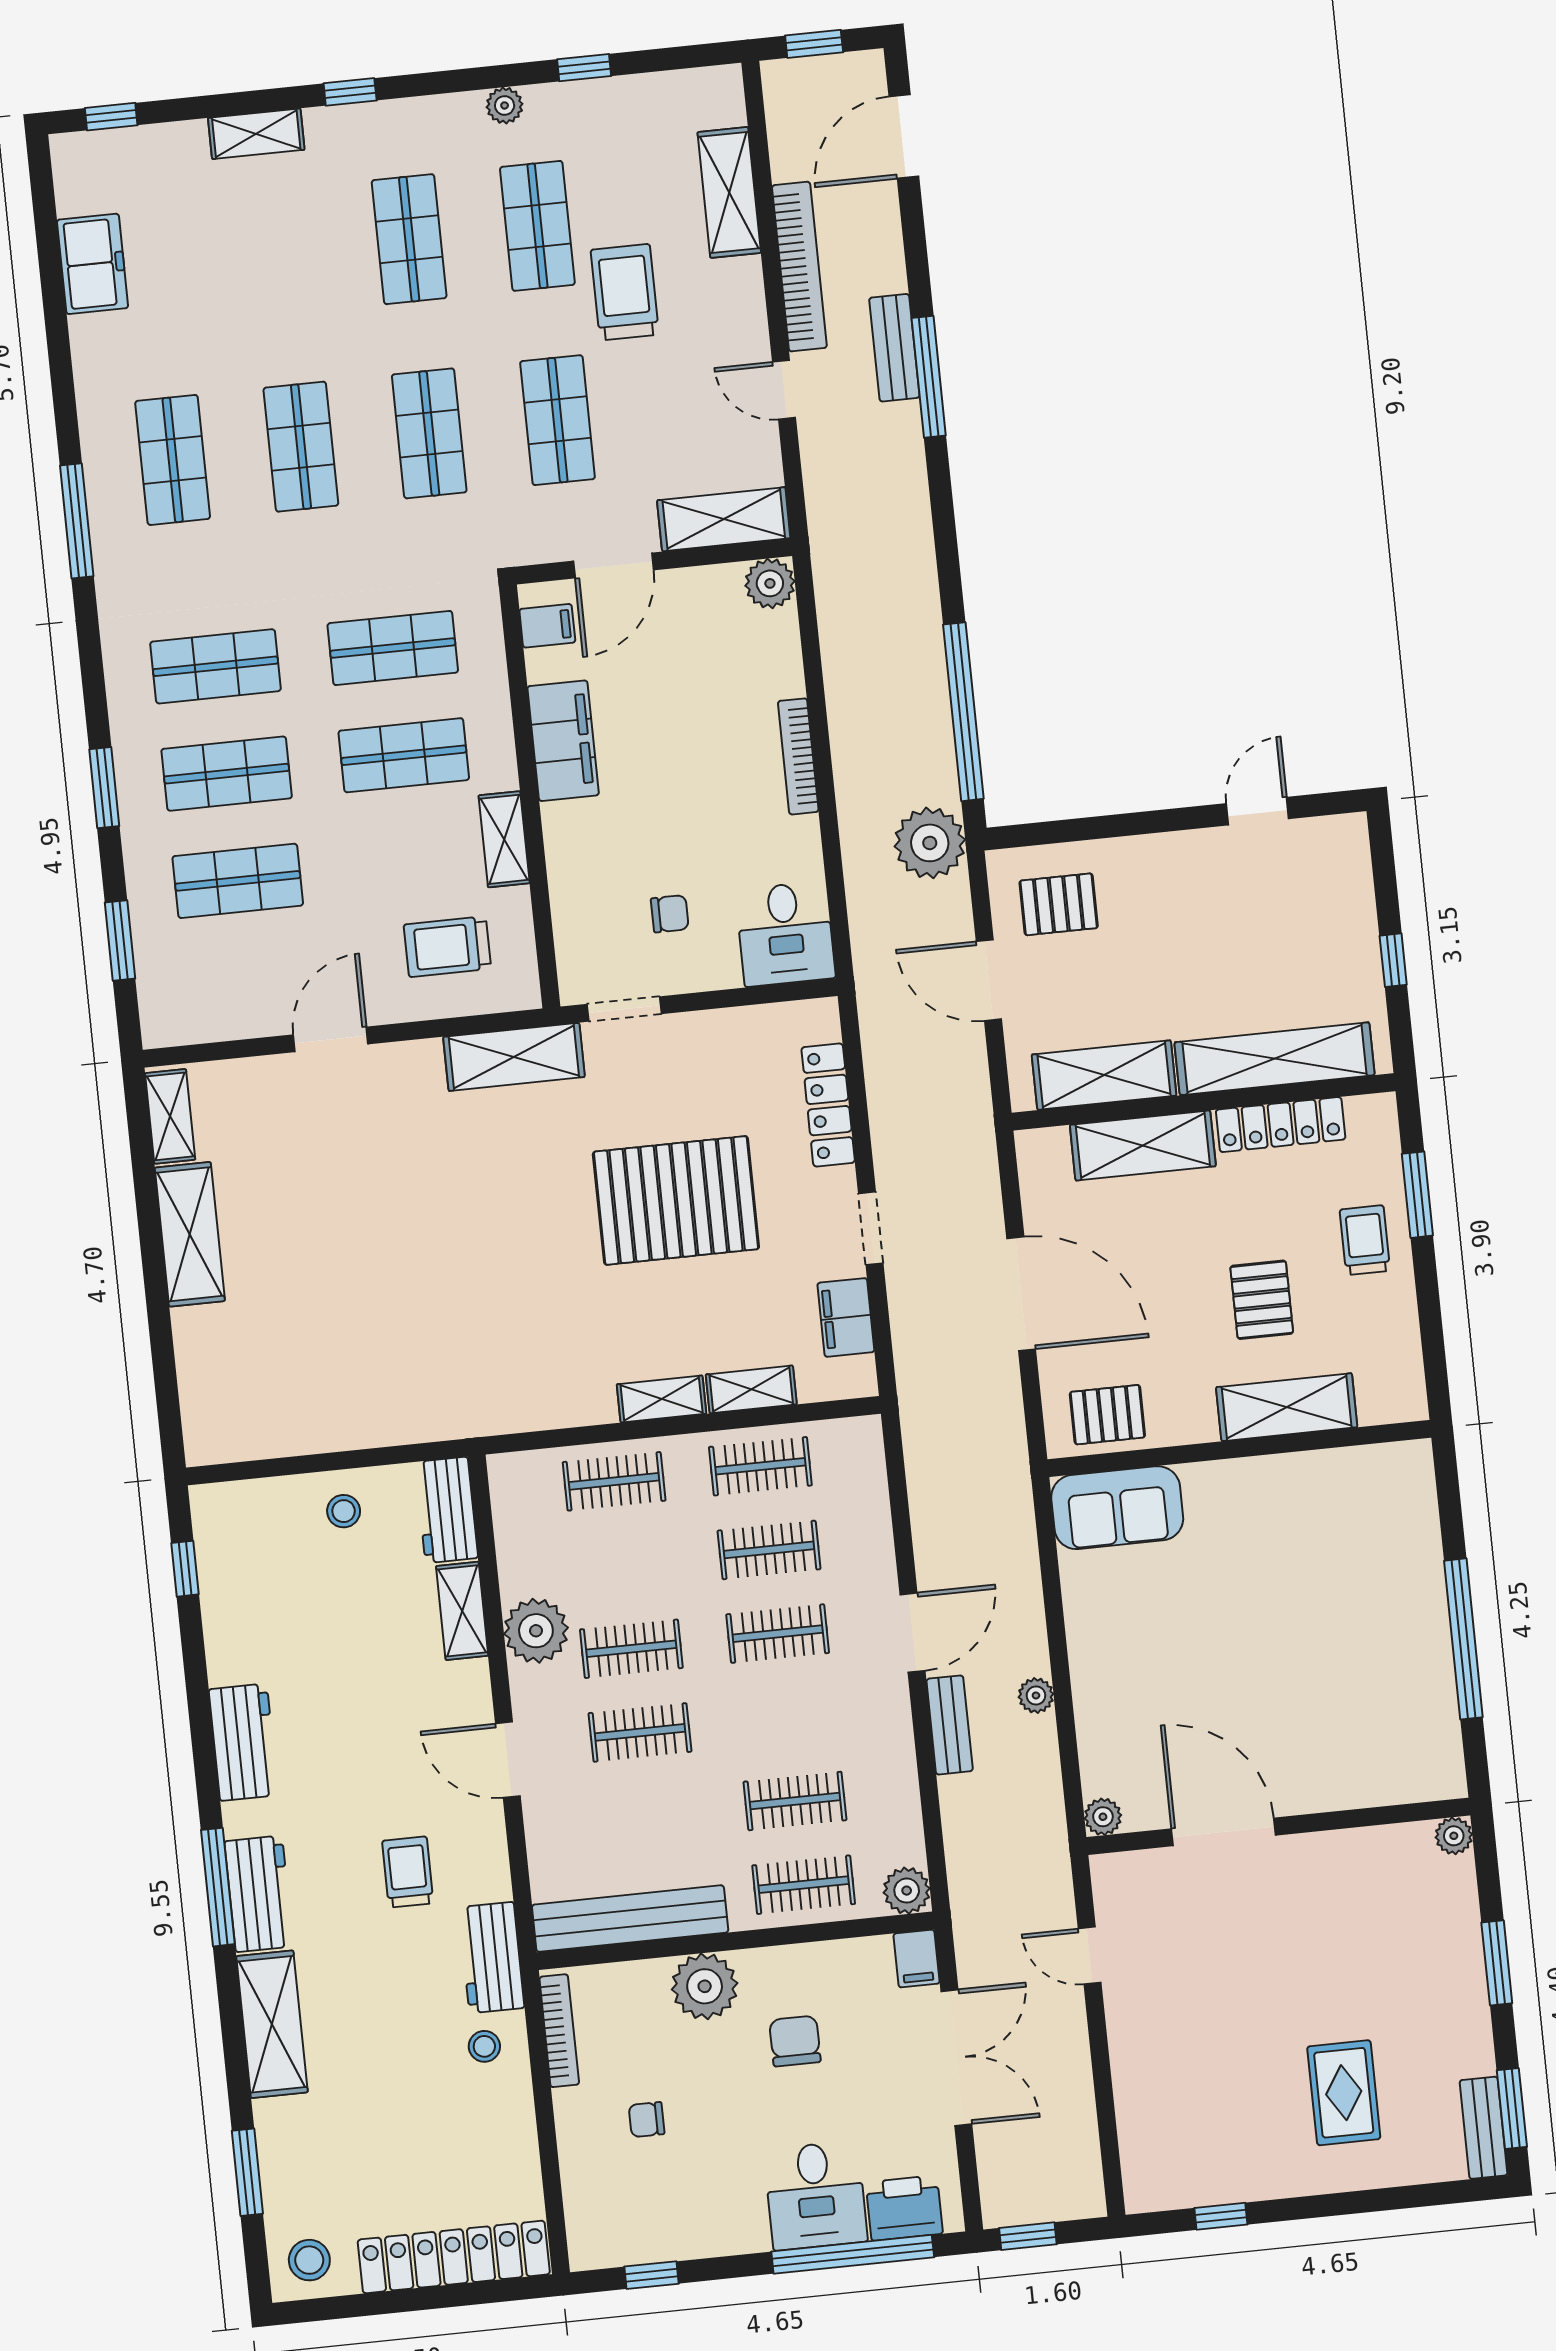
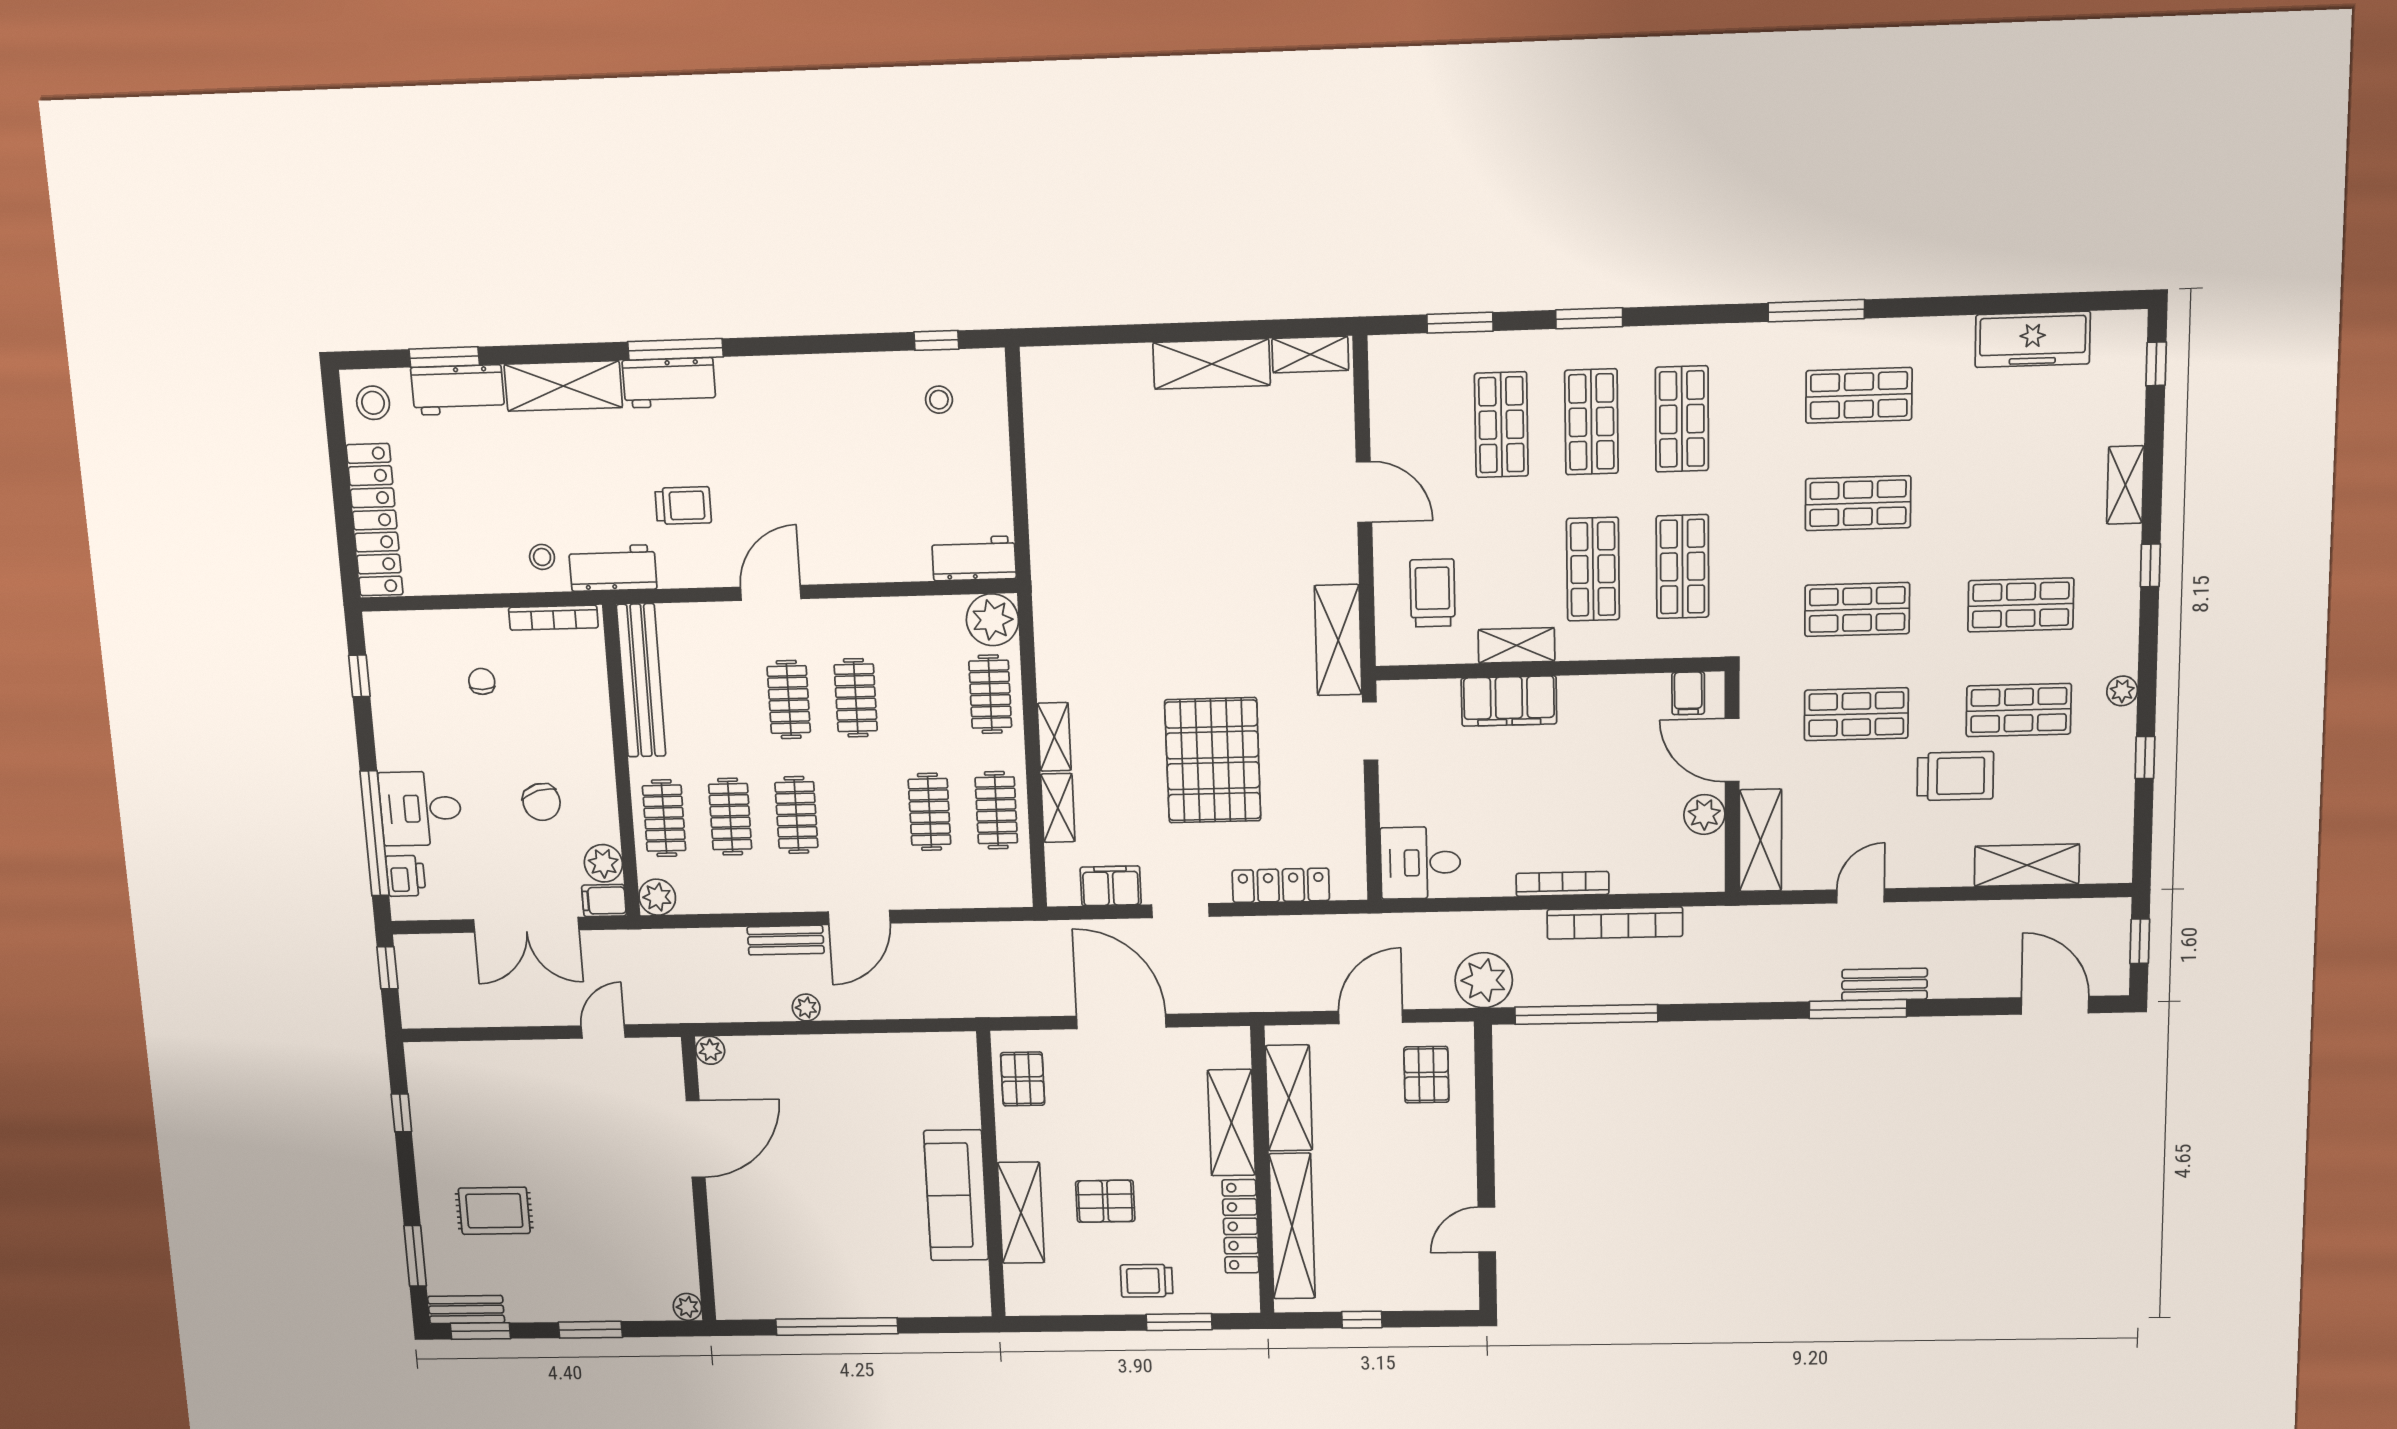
freezer: (93, 264) -> (2033, 339), width x1.40
bookcase: (799, 267) -> (1615, 923), moved
plant: (770, 583) -> (1704, 814), moved
filing cabinet: (563, 741) -> (1509, 701), moved
door: (1257, 811) -> (1487, 1230), swing flipped
chair: (670, 914) -> (1444, 773), removed
trolley: (1365, 1240) -> (1147, 1281), turned 180
door: (1021, 1294) -> (1121, 1022), swing flipped
sofa: (1117, 1508) -> (956, 1195), moved, width x1.36
stool: (344, 1511) -> (939, 400), moved
shelving: (462, 1611) -> (892, 565), removed
plant: (536, 1631) -> (992, 620), moved
door: (912, 1633) -> (859, 918), hinge flipped
clothes rail: (778, 1634) -> (796, 815), moved
workbench: (243, 1742) -> (458, 390), moved
plant: (705, 1986) -> (603, 863), moved, width x0.73, depth x0.73
chair: (795, 2041) -> (542, 802), turned 74
window: (1415, 2196) -> (415, 1256), added
printer: (904, 2208) -> (406, 876), width x0.73, depth x0.81

